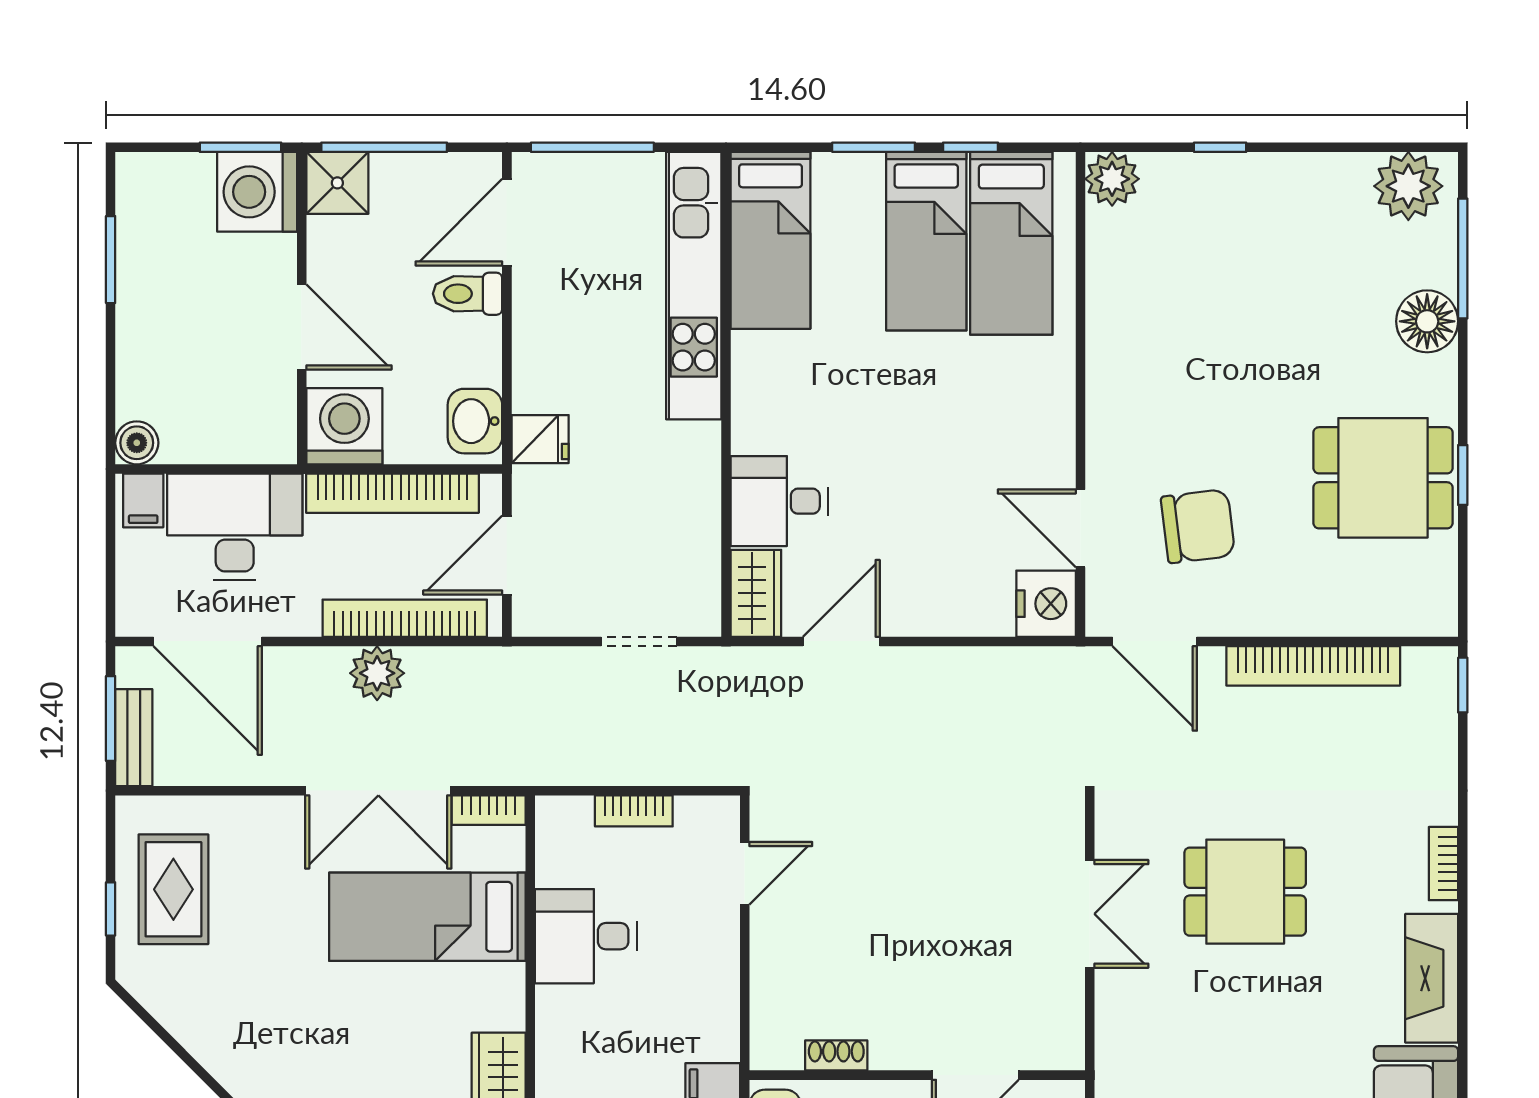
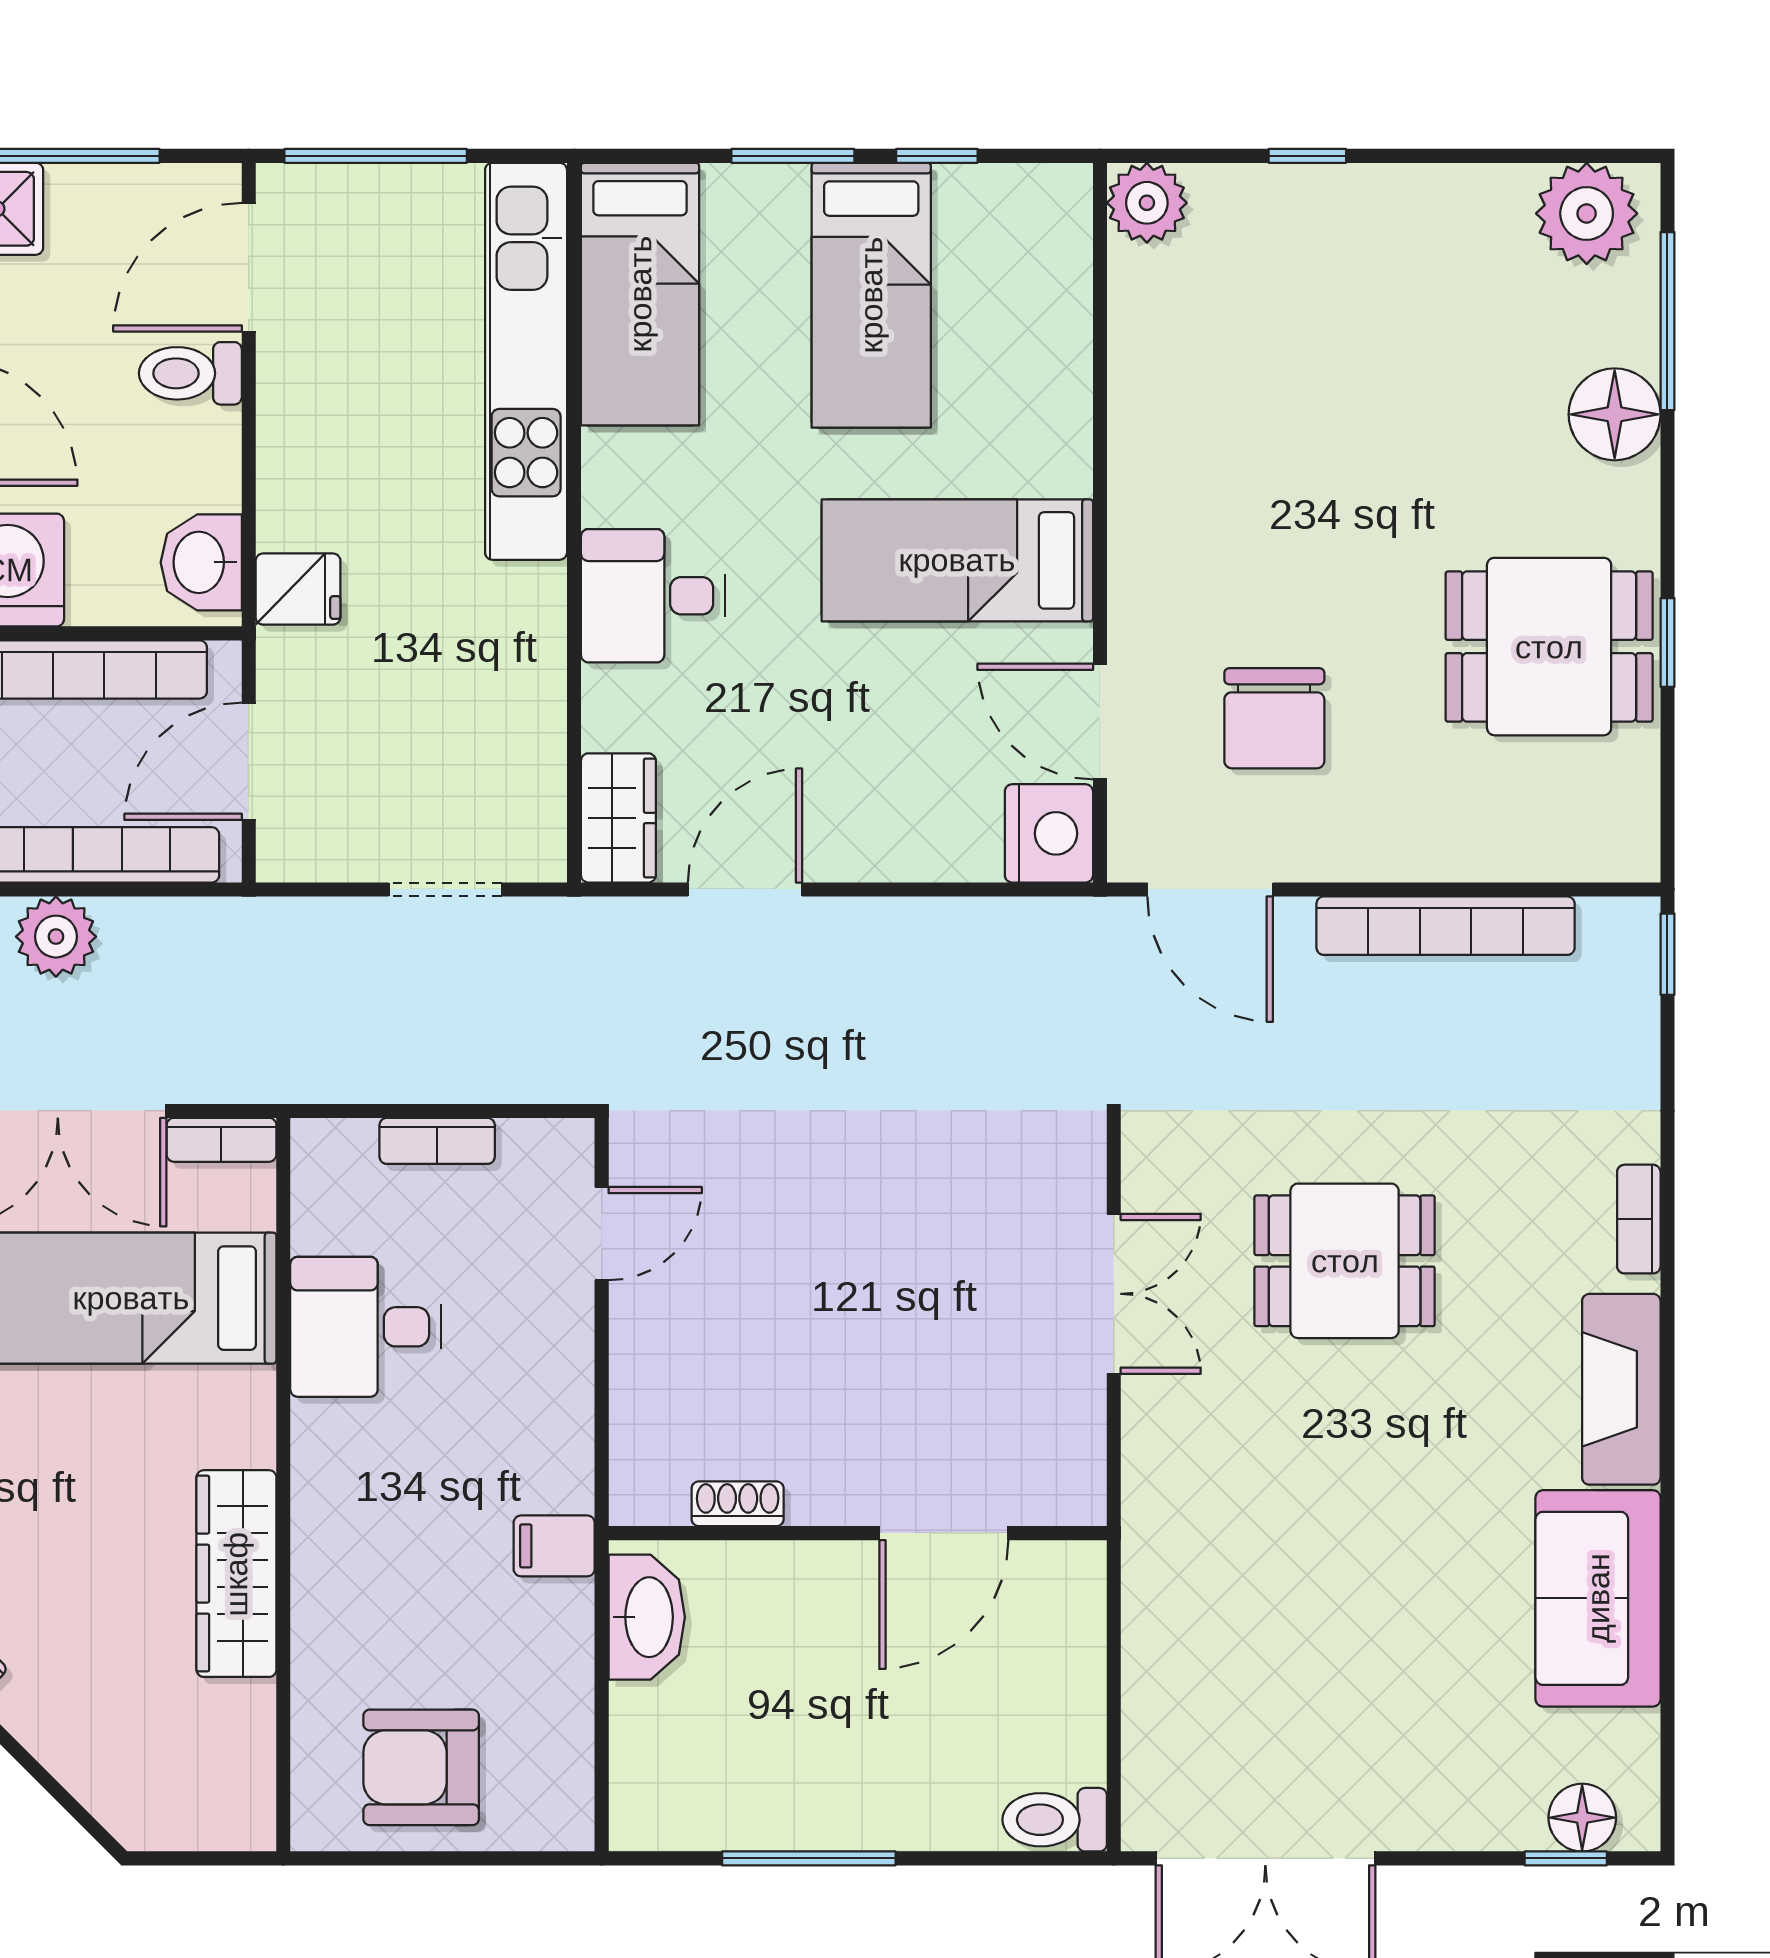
bed: (1011, 243) -> (957, 560), moved, turned 90
desk: (779, 501) -> (653, 596), moved
chair: (1198, 526) -> (1274, 718), turned 97

